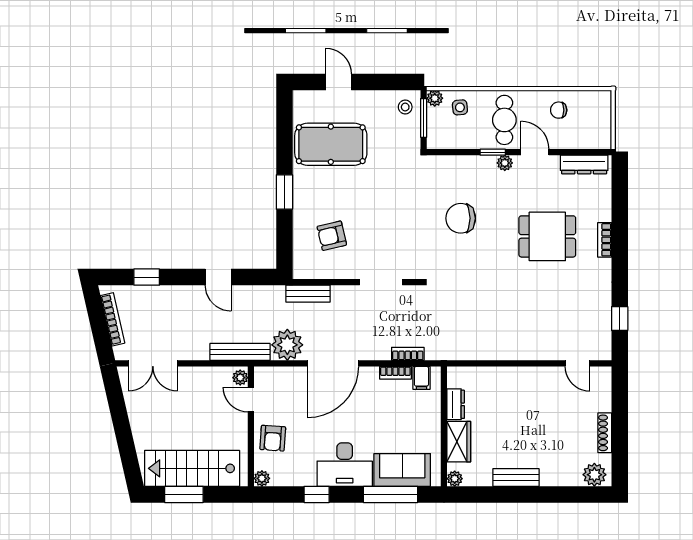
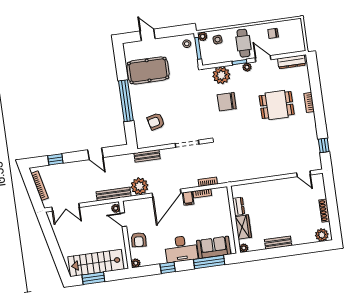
plant: (458, 171) -> (221, 75), added
window: (284, 192) -> (126, 101), width x2.11
filing cabinet: (421, 378) -> (188, 198), moved

